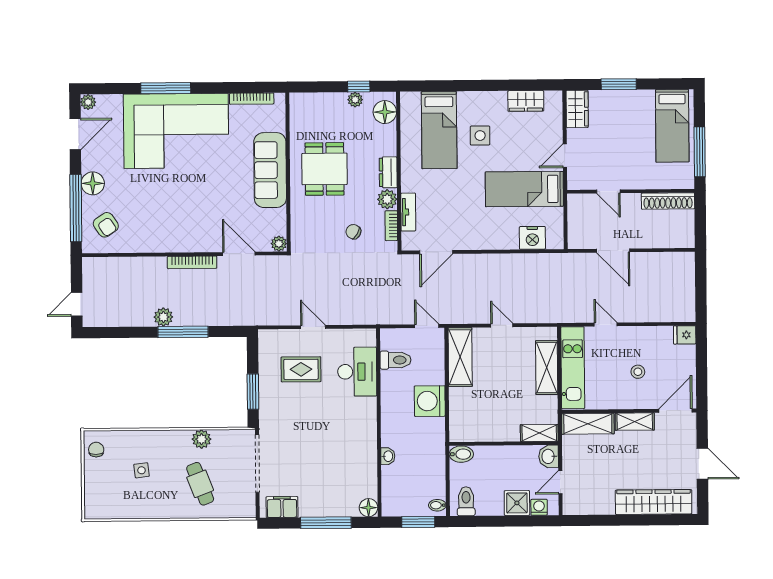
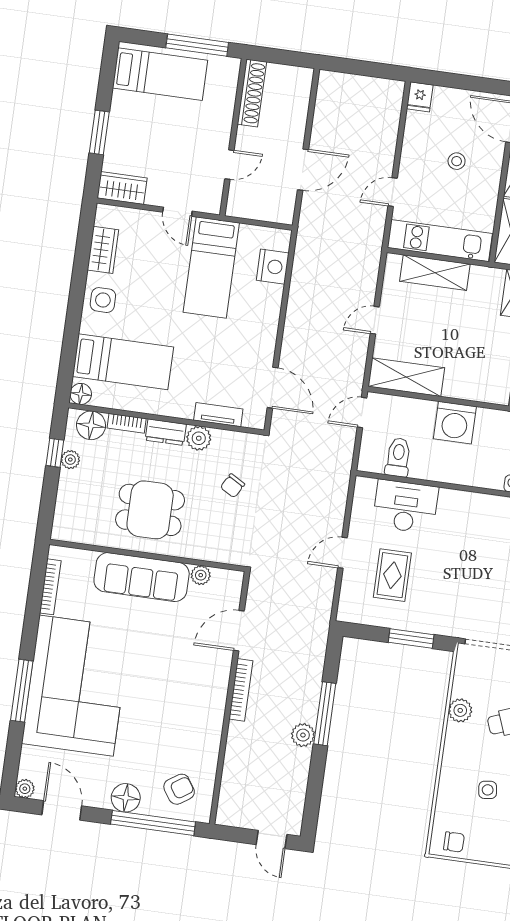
floor lamp: (409, 100) -> (81, 394), added
side table: (480, 136) -> (103, 300), moved
bookcase: (391, 226) -> (127, 423), moved
plant: (279, 244) -> (201, 575), moved
chair: (96, 450) -> (454, 842), turned 180

